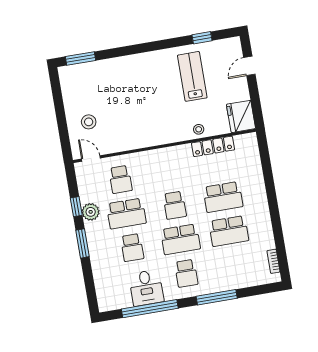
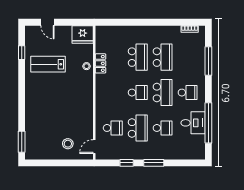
locker: (213, 146) -> (100, 63), width x0.66
plant: (91, 212) -> (132, 153), removed
window: (217, 297) -> (208, 61), moved

